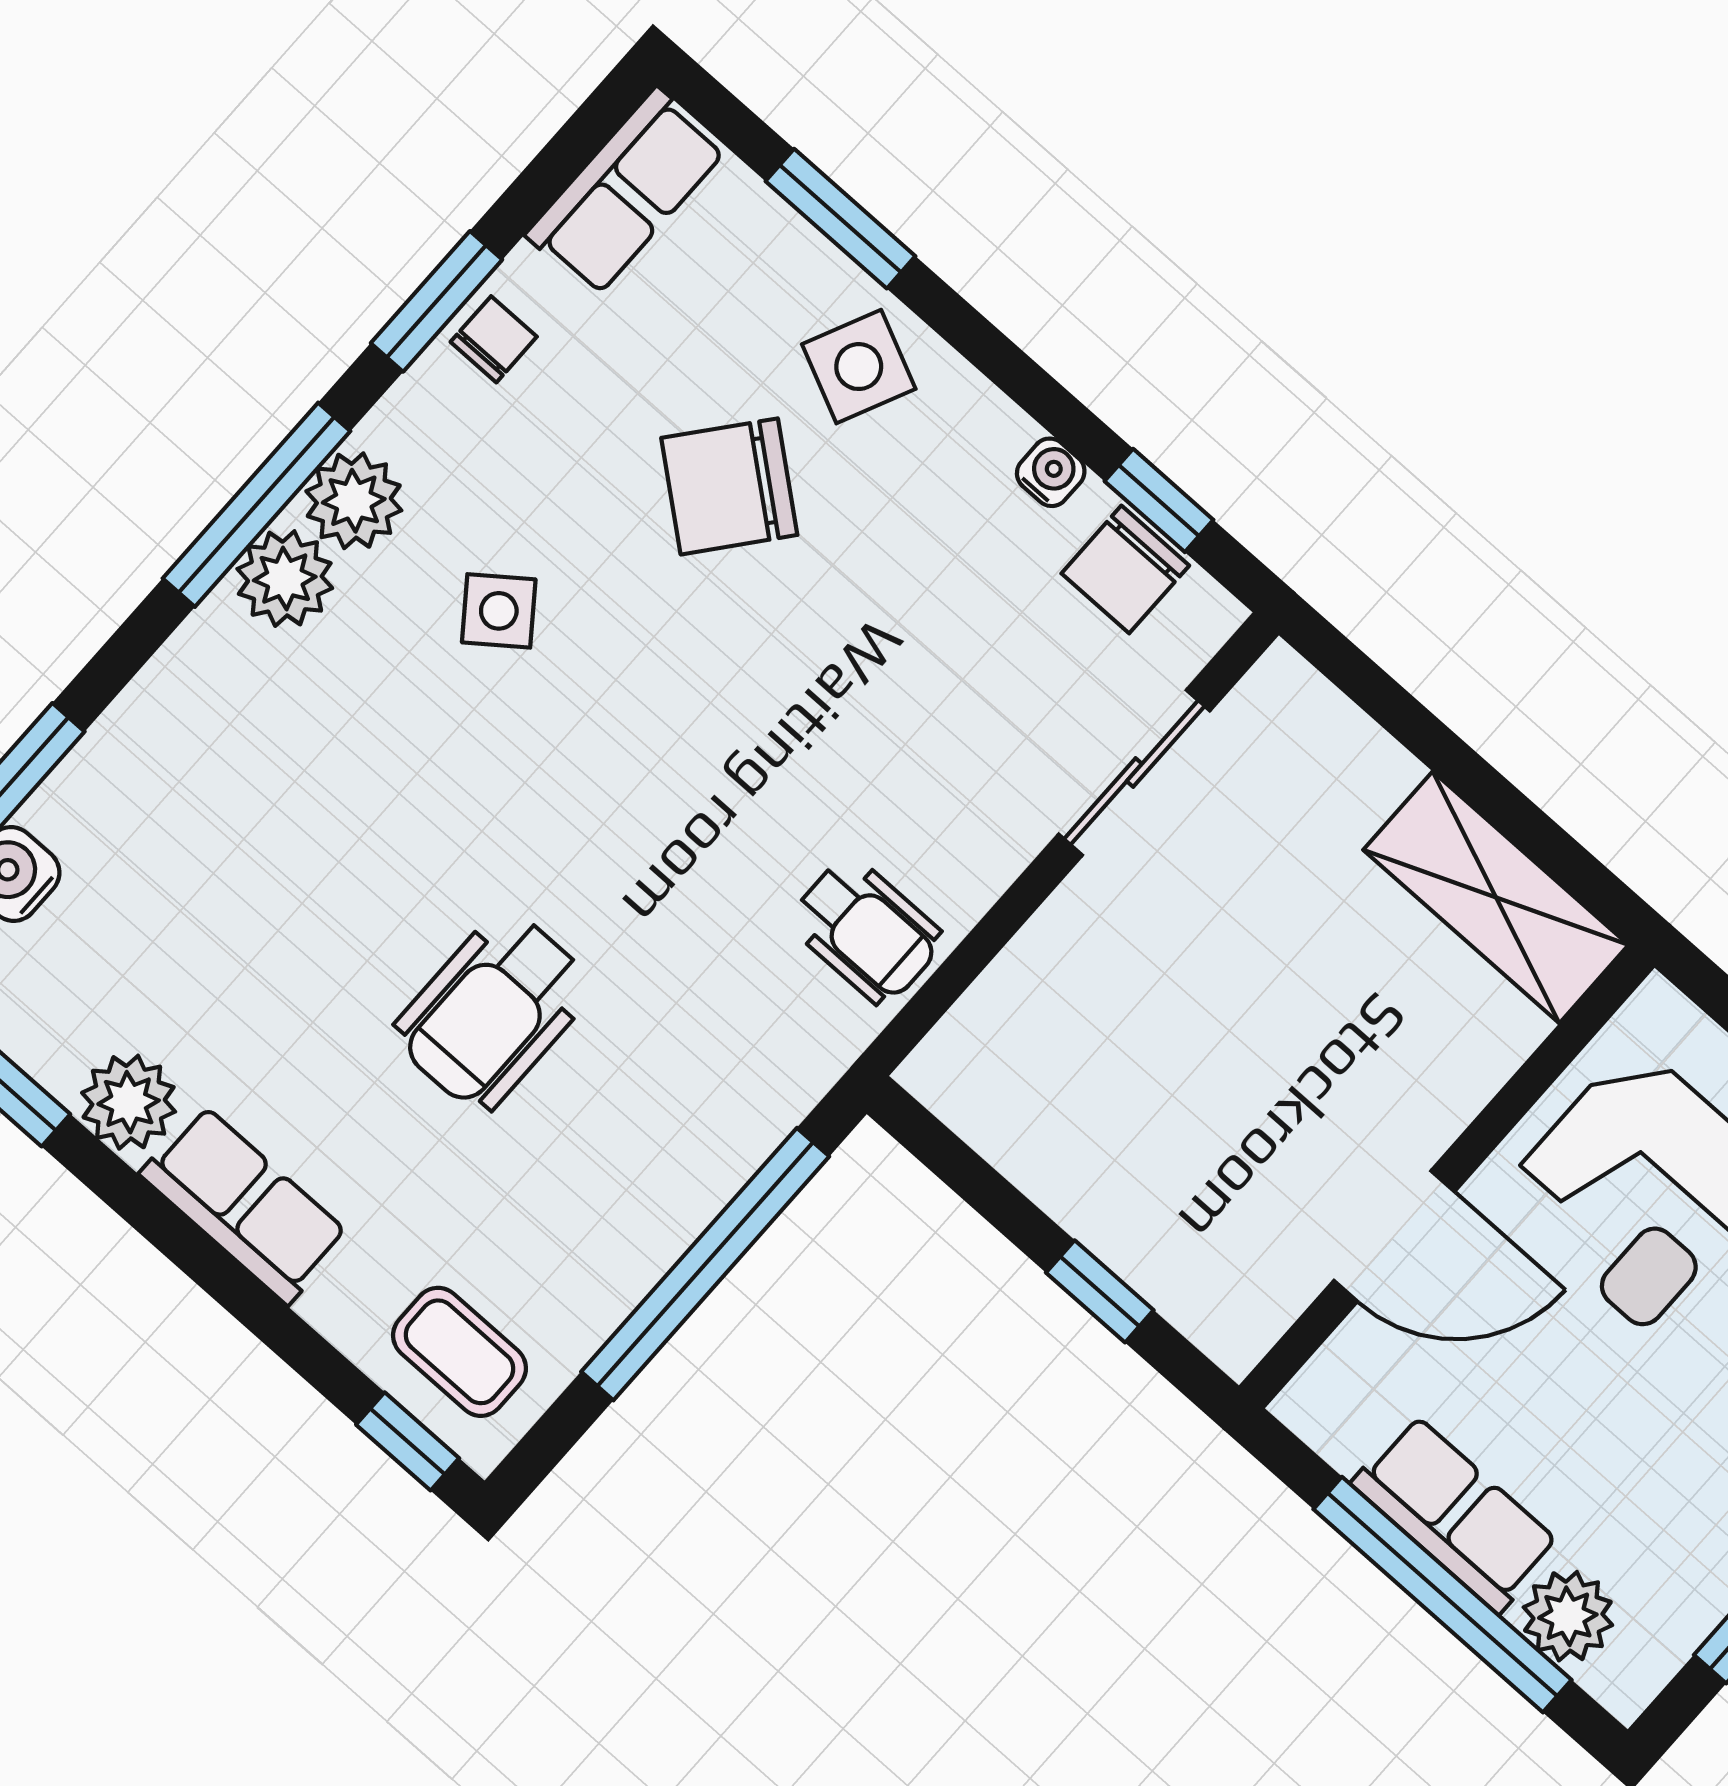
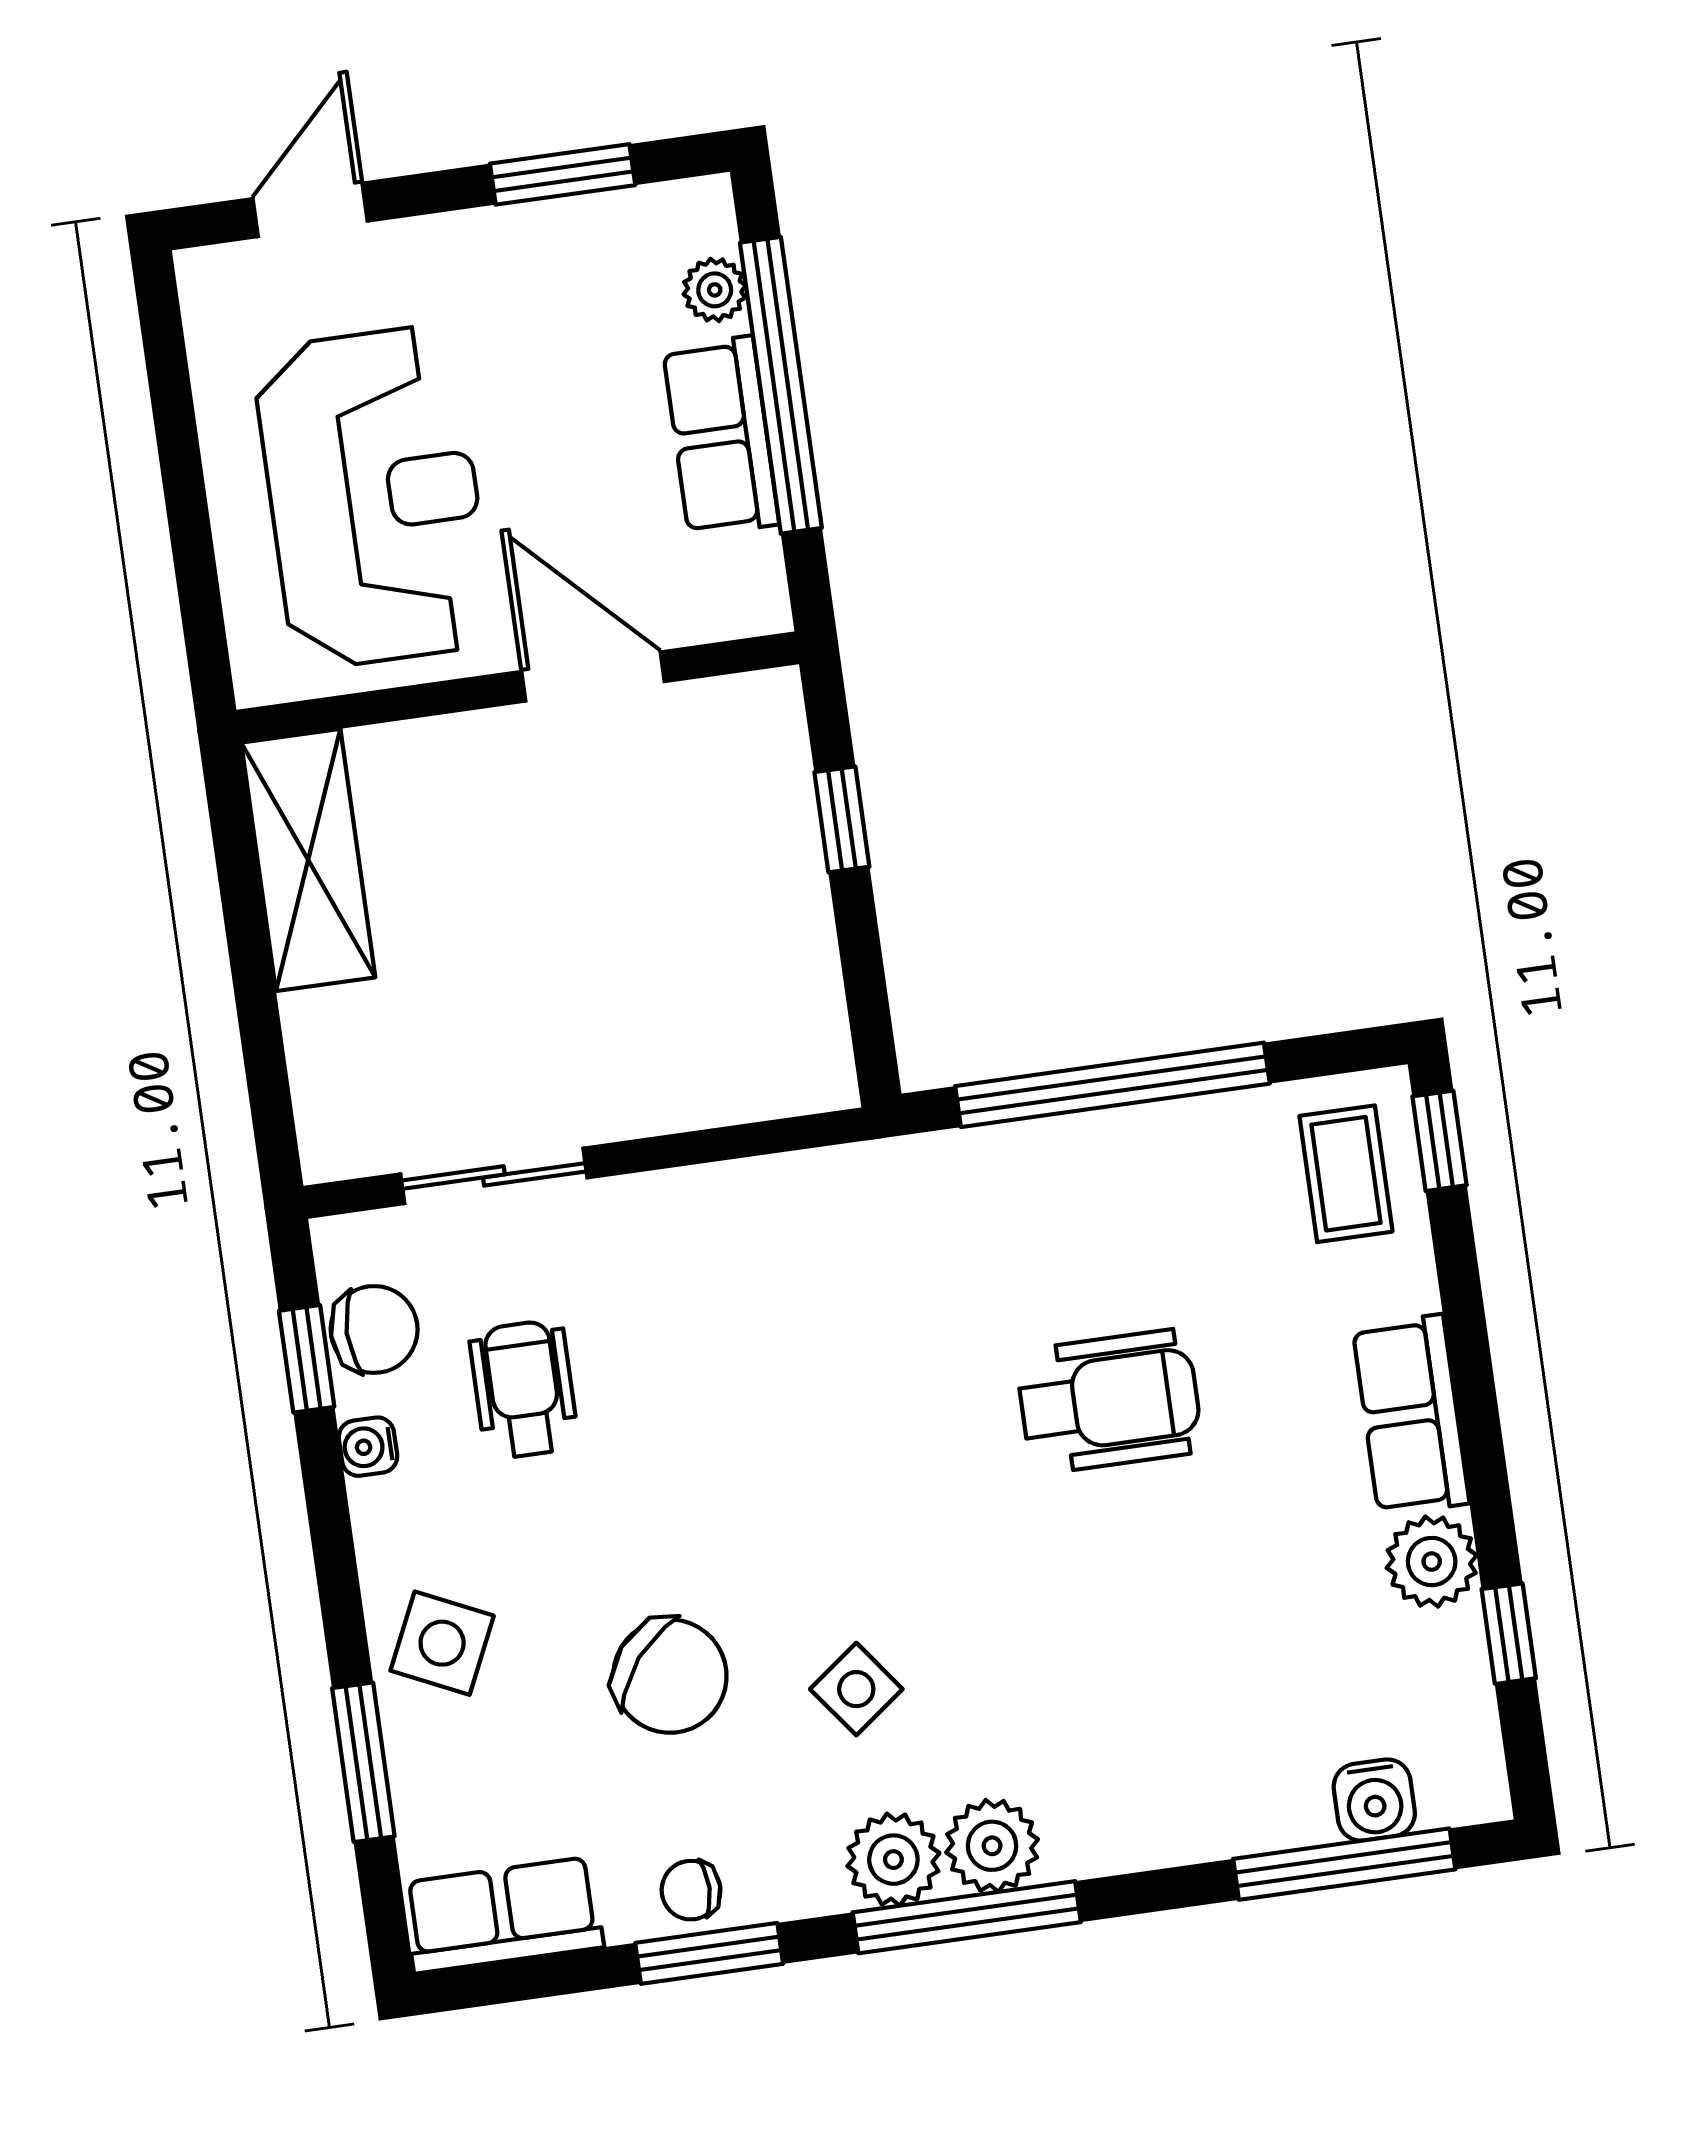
chair: (729, 486) -> (670, 1676), moved
wheelchair: (866, 930) -> (524, 1389), moved
plant: (1568, 1616) -> (715, 290), width x0.73, depth x0.73

